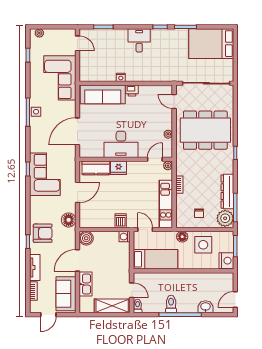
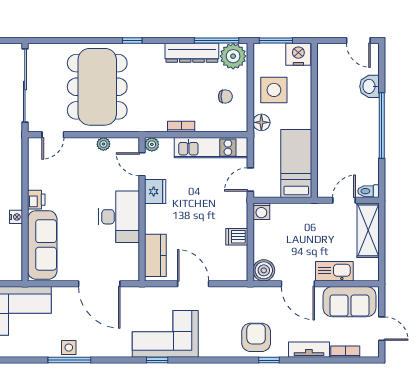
fridge: (119, 168) -> (155, 192), moved
floor lamp: (69, 220) -> (236, 297), removed
dishwasher: (121, 221) -> (237, 237), moved
toilet: (171, 304) -> (365, 139), removed

